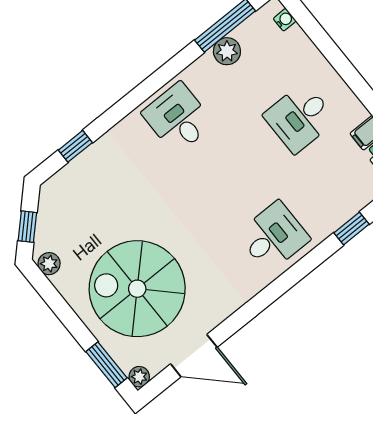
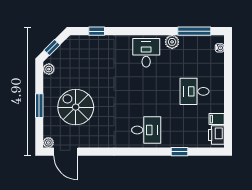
plant: (227, 51) -> (172, 42), moved
spiral stairs: (137, 289) -> (76, 107), width x0.73, depth x0.73
door: (194, 356) -> (66, 152), moved
window: (106, 365) -> (39, 106), moved

